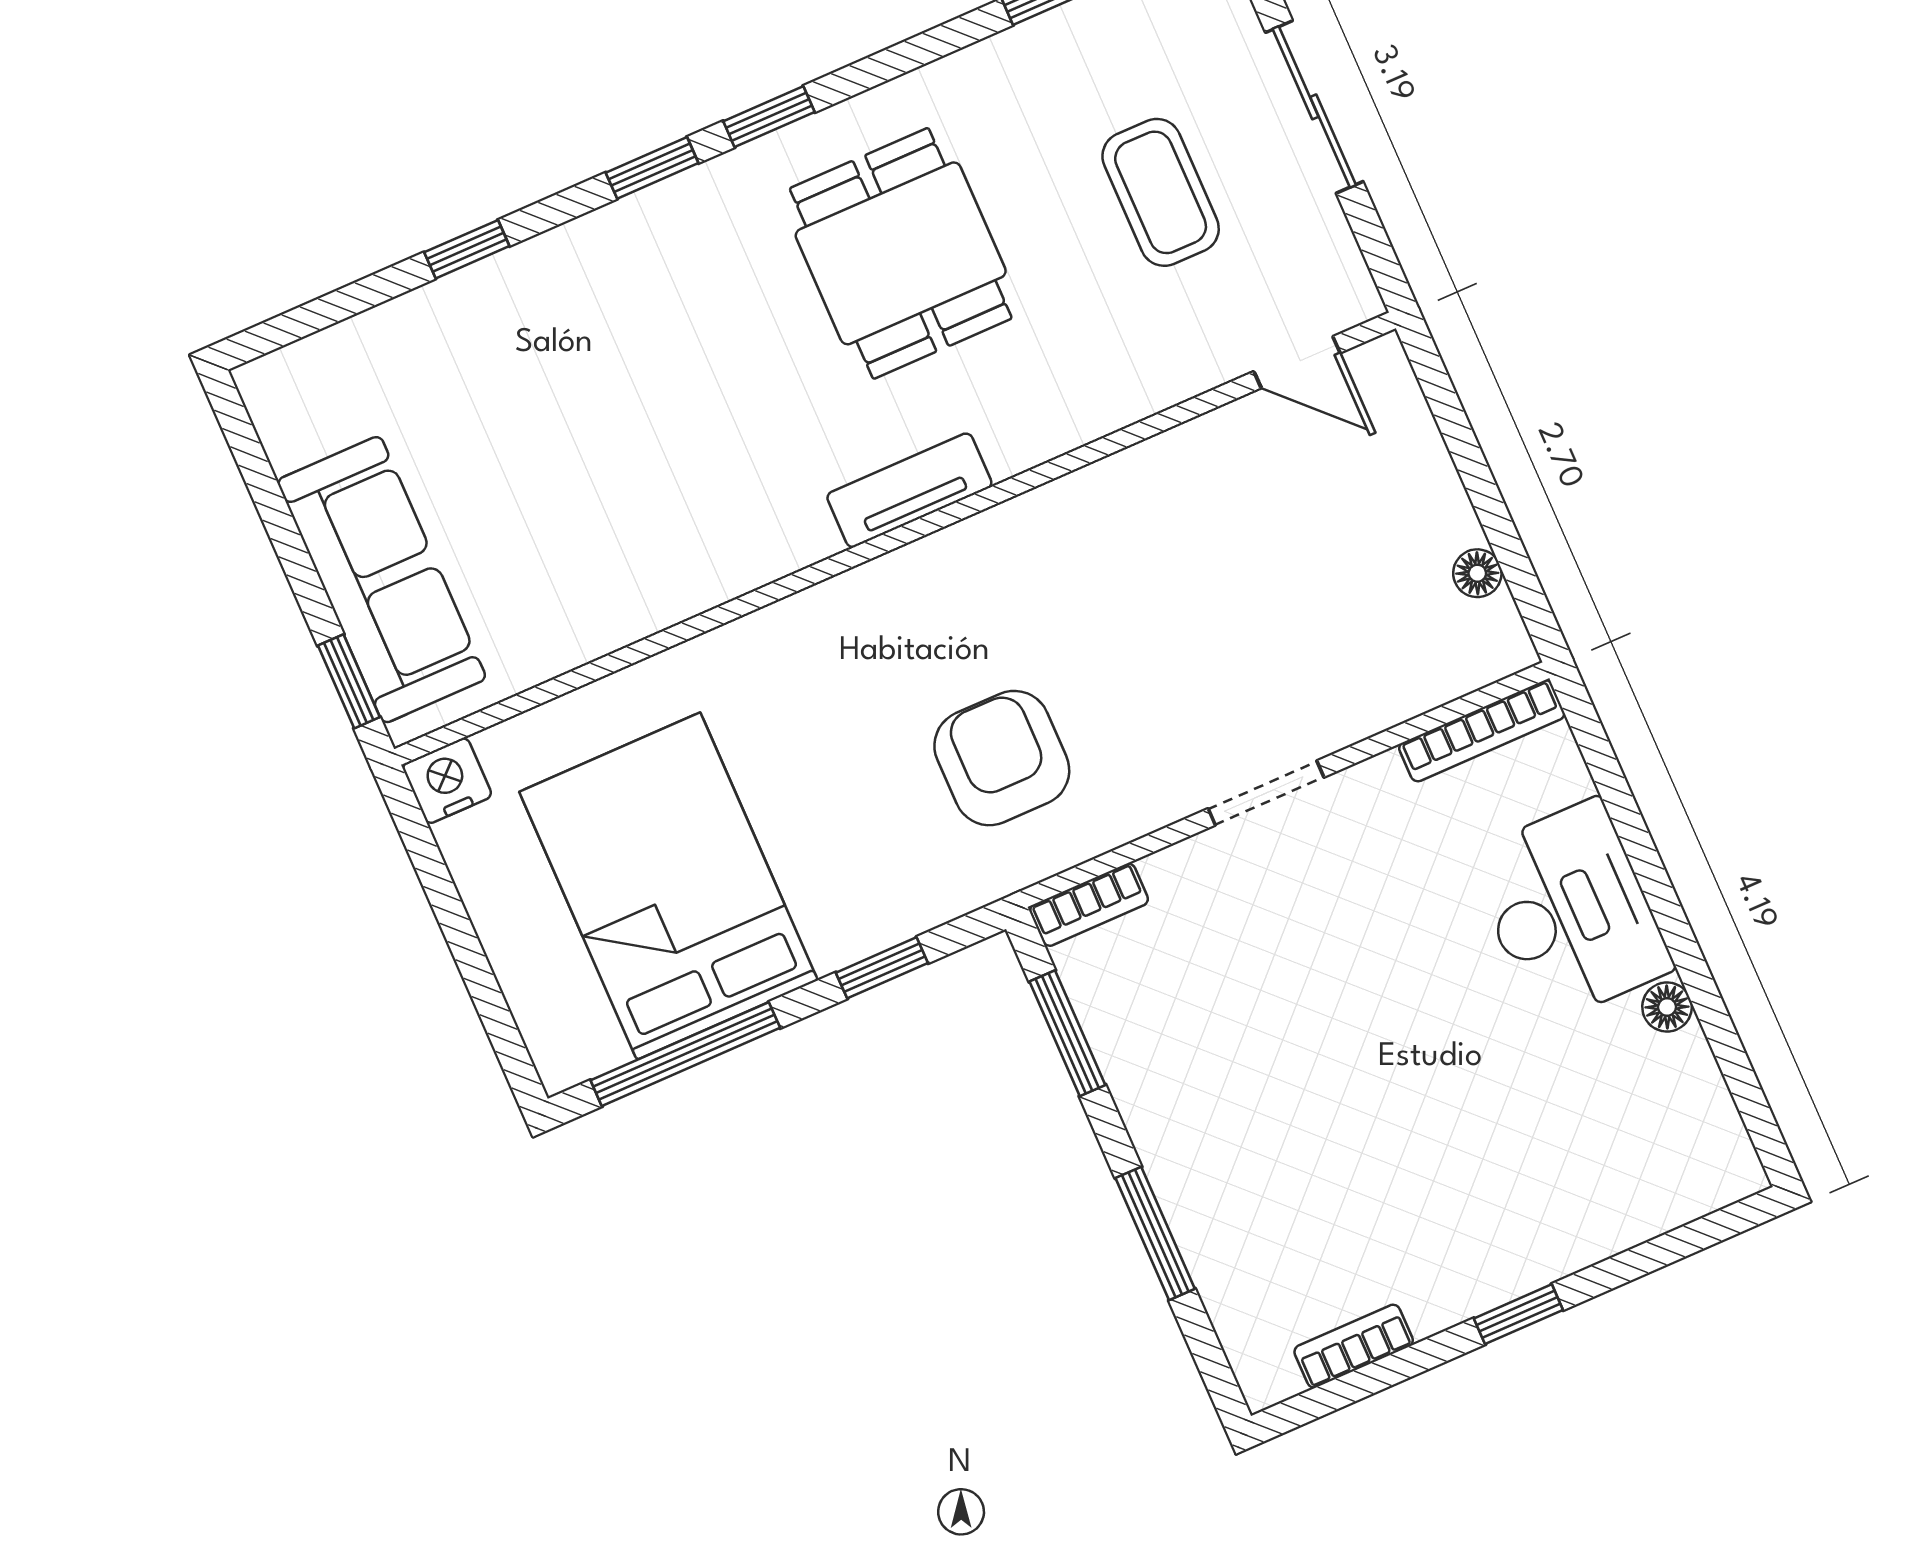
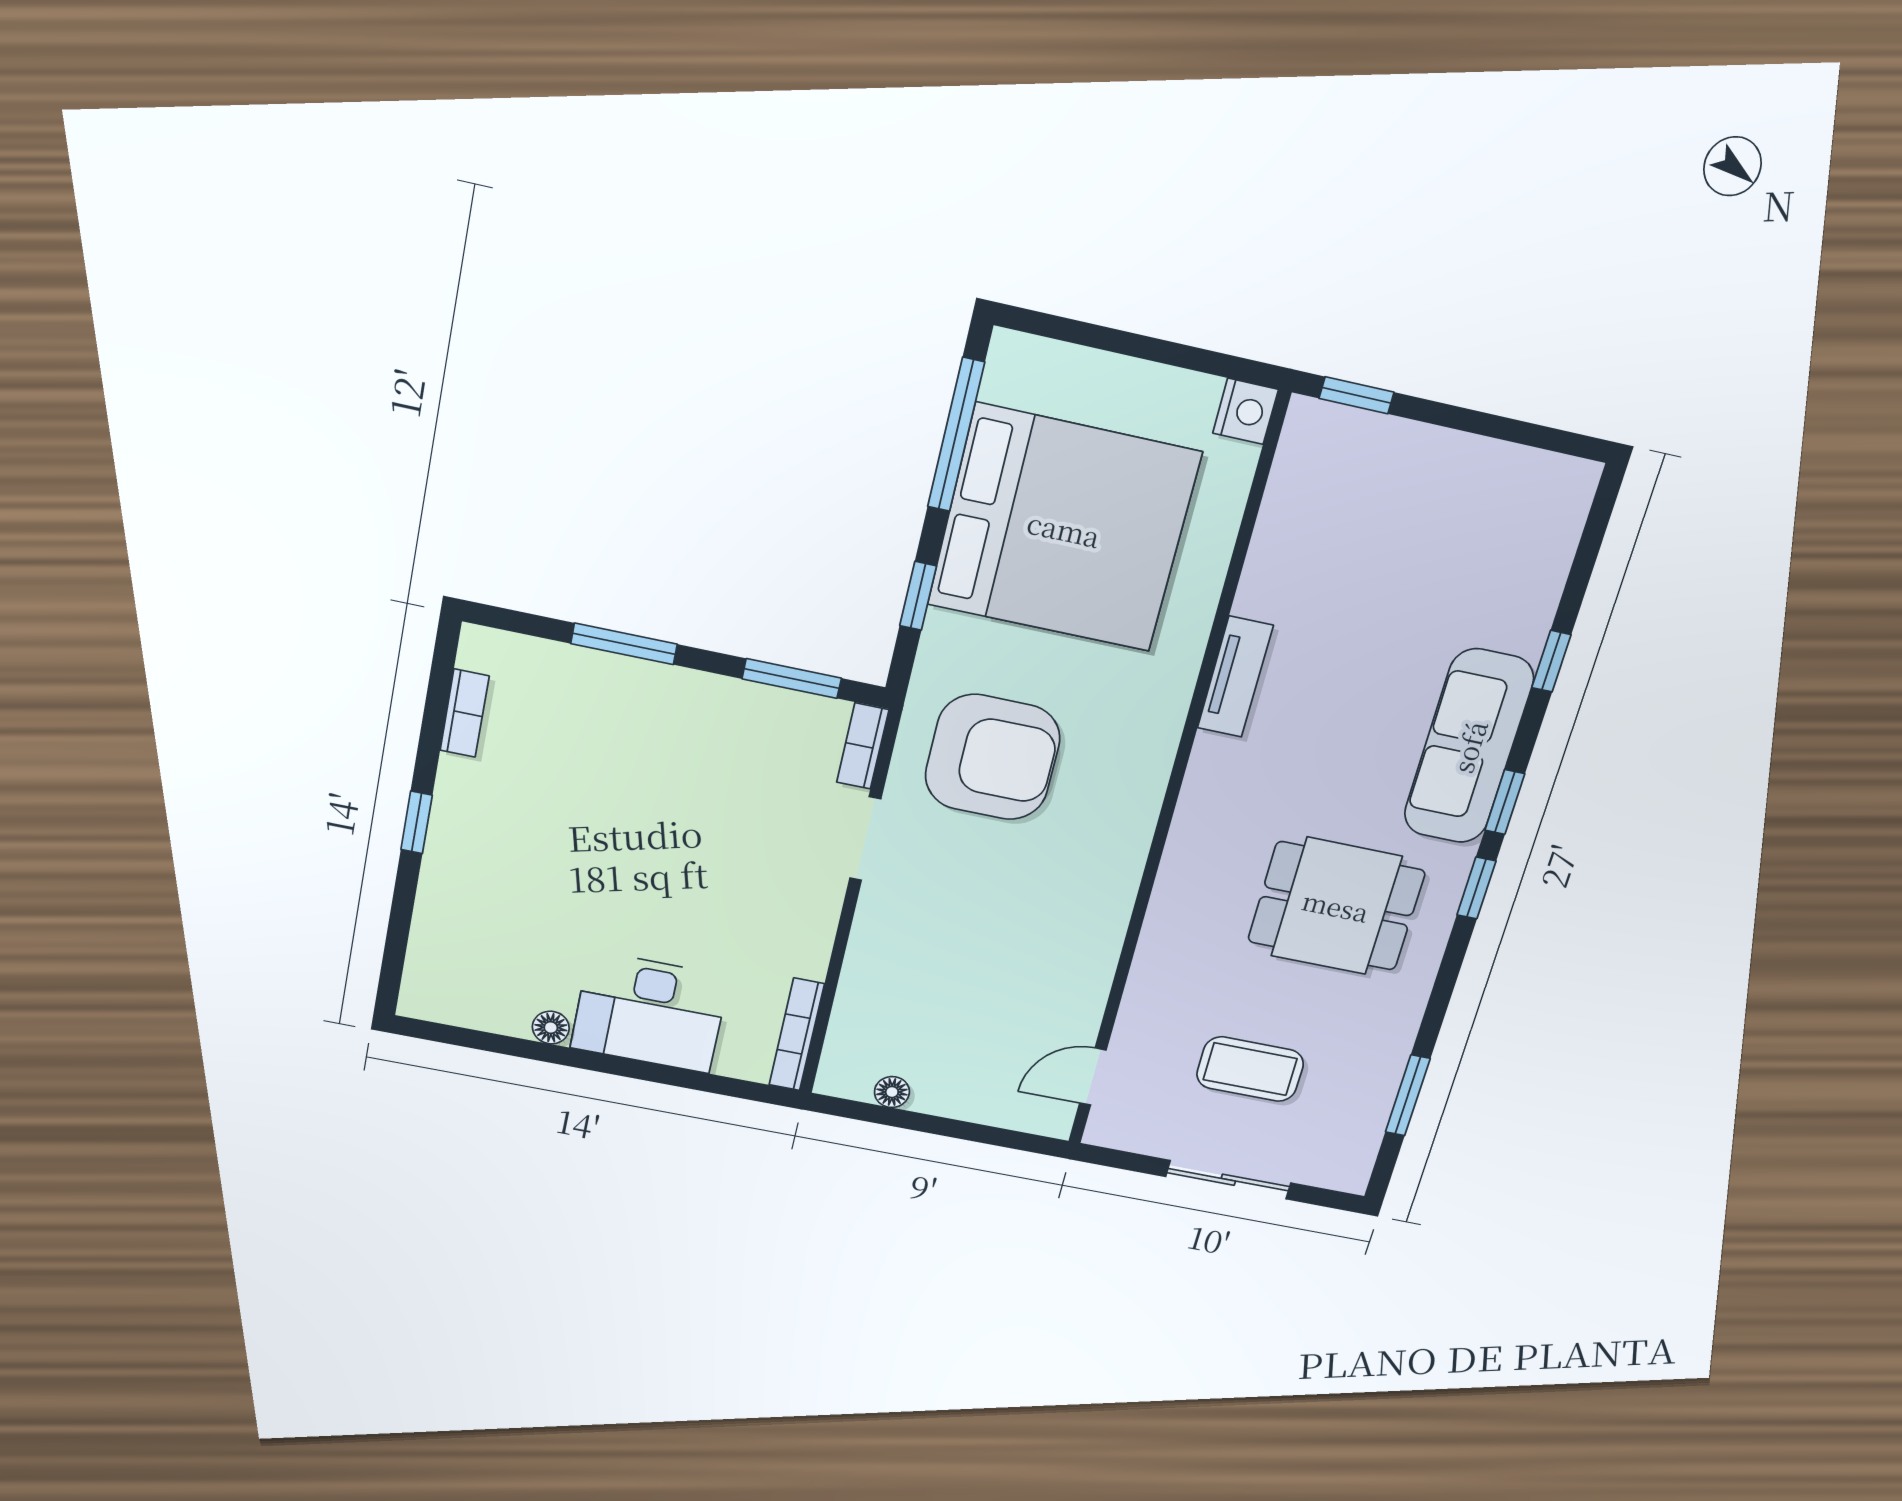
tv unit: (909, 490) -> (1235, 677), moved
sofa: (382, 580) -> (1469, 747), moved, turned 90
armchair: (1002, 758) -> (993, 757), width x1.36, depth x1.36
doorway: (1266, 793) -> (865, 839), moved
bed: (668, 886) -> (1064, 529), width x1.36

